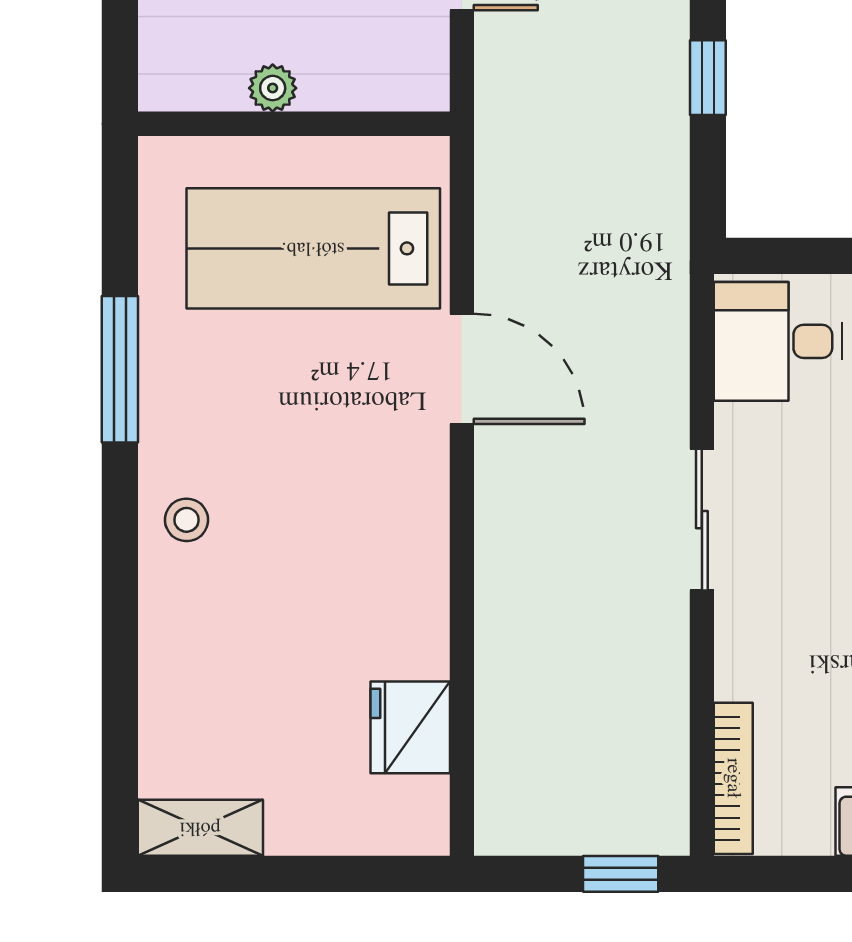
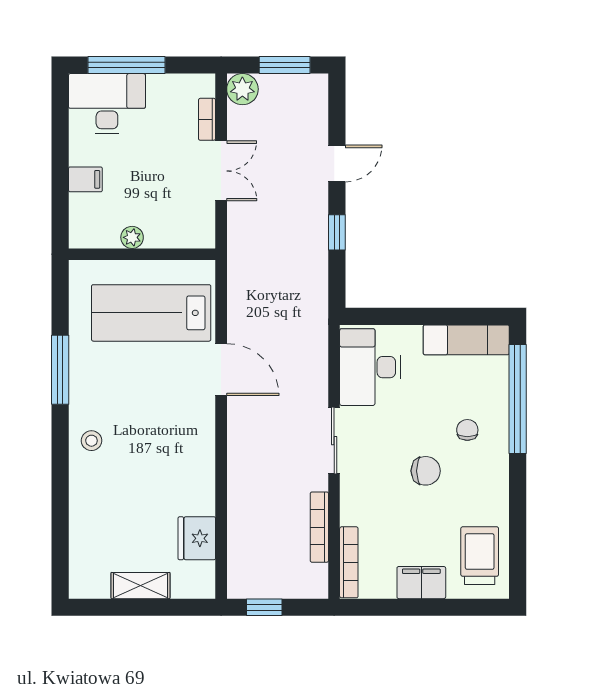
desk: (778, 341) -> (370, 367), width x1.37
bookcase: (671, 704) -> (319, 527), added
shelving: (200, 828) -> (140, 586), moved
window: (621, 874) -> (264, 607), moved

